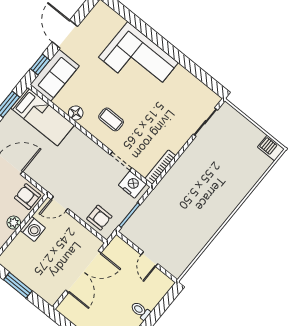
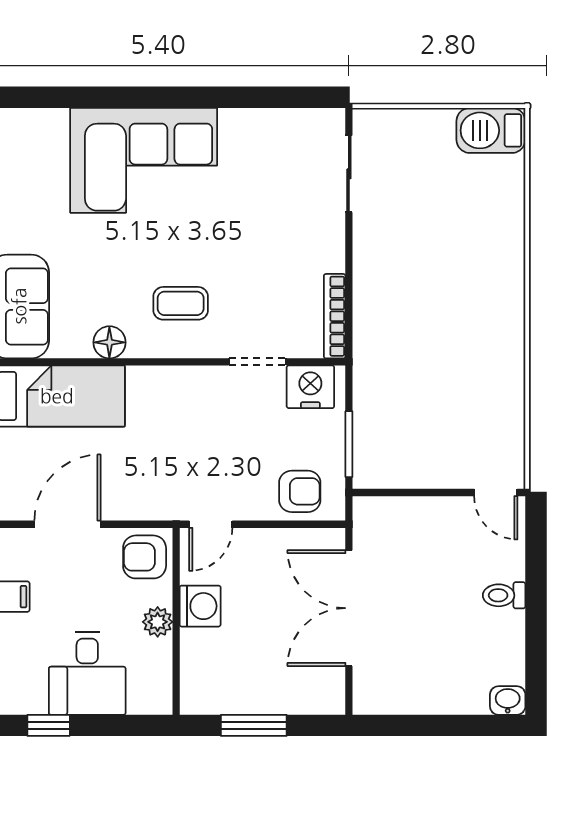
barbecue: (271, 148) -> (491, 130), width x1.38, depth x1.27
door: (150, 259) -> (496, 492), moved
double door: (83, 272) -> (349, 608), swing flipped

